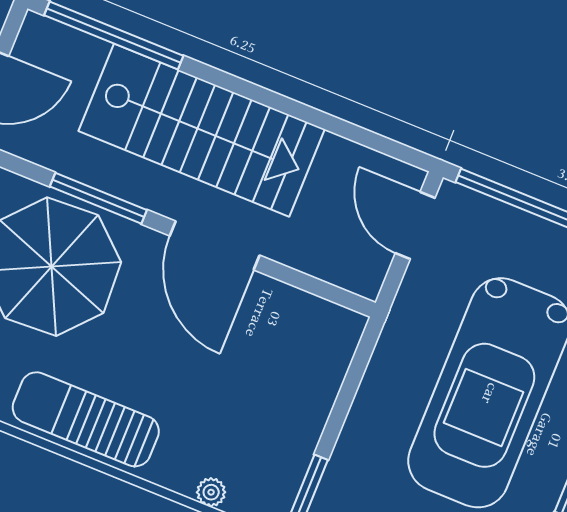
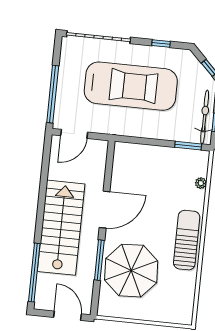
sun lounger: (86, 419) -> (187, 240), turned 180

